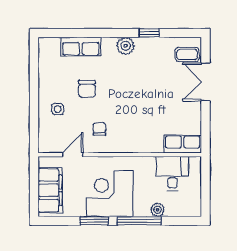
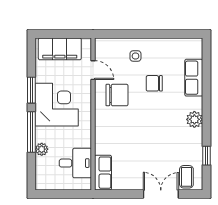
window: (149, 33) -> (206, 156), moved
chair: (99, 129) -> (117, 95), width x1.87, depth x1.87

